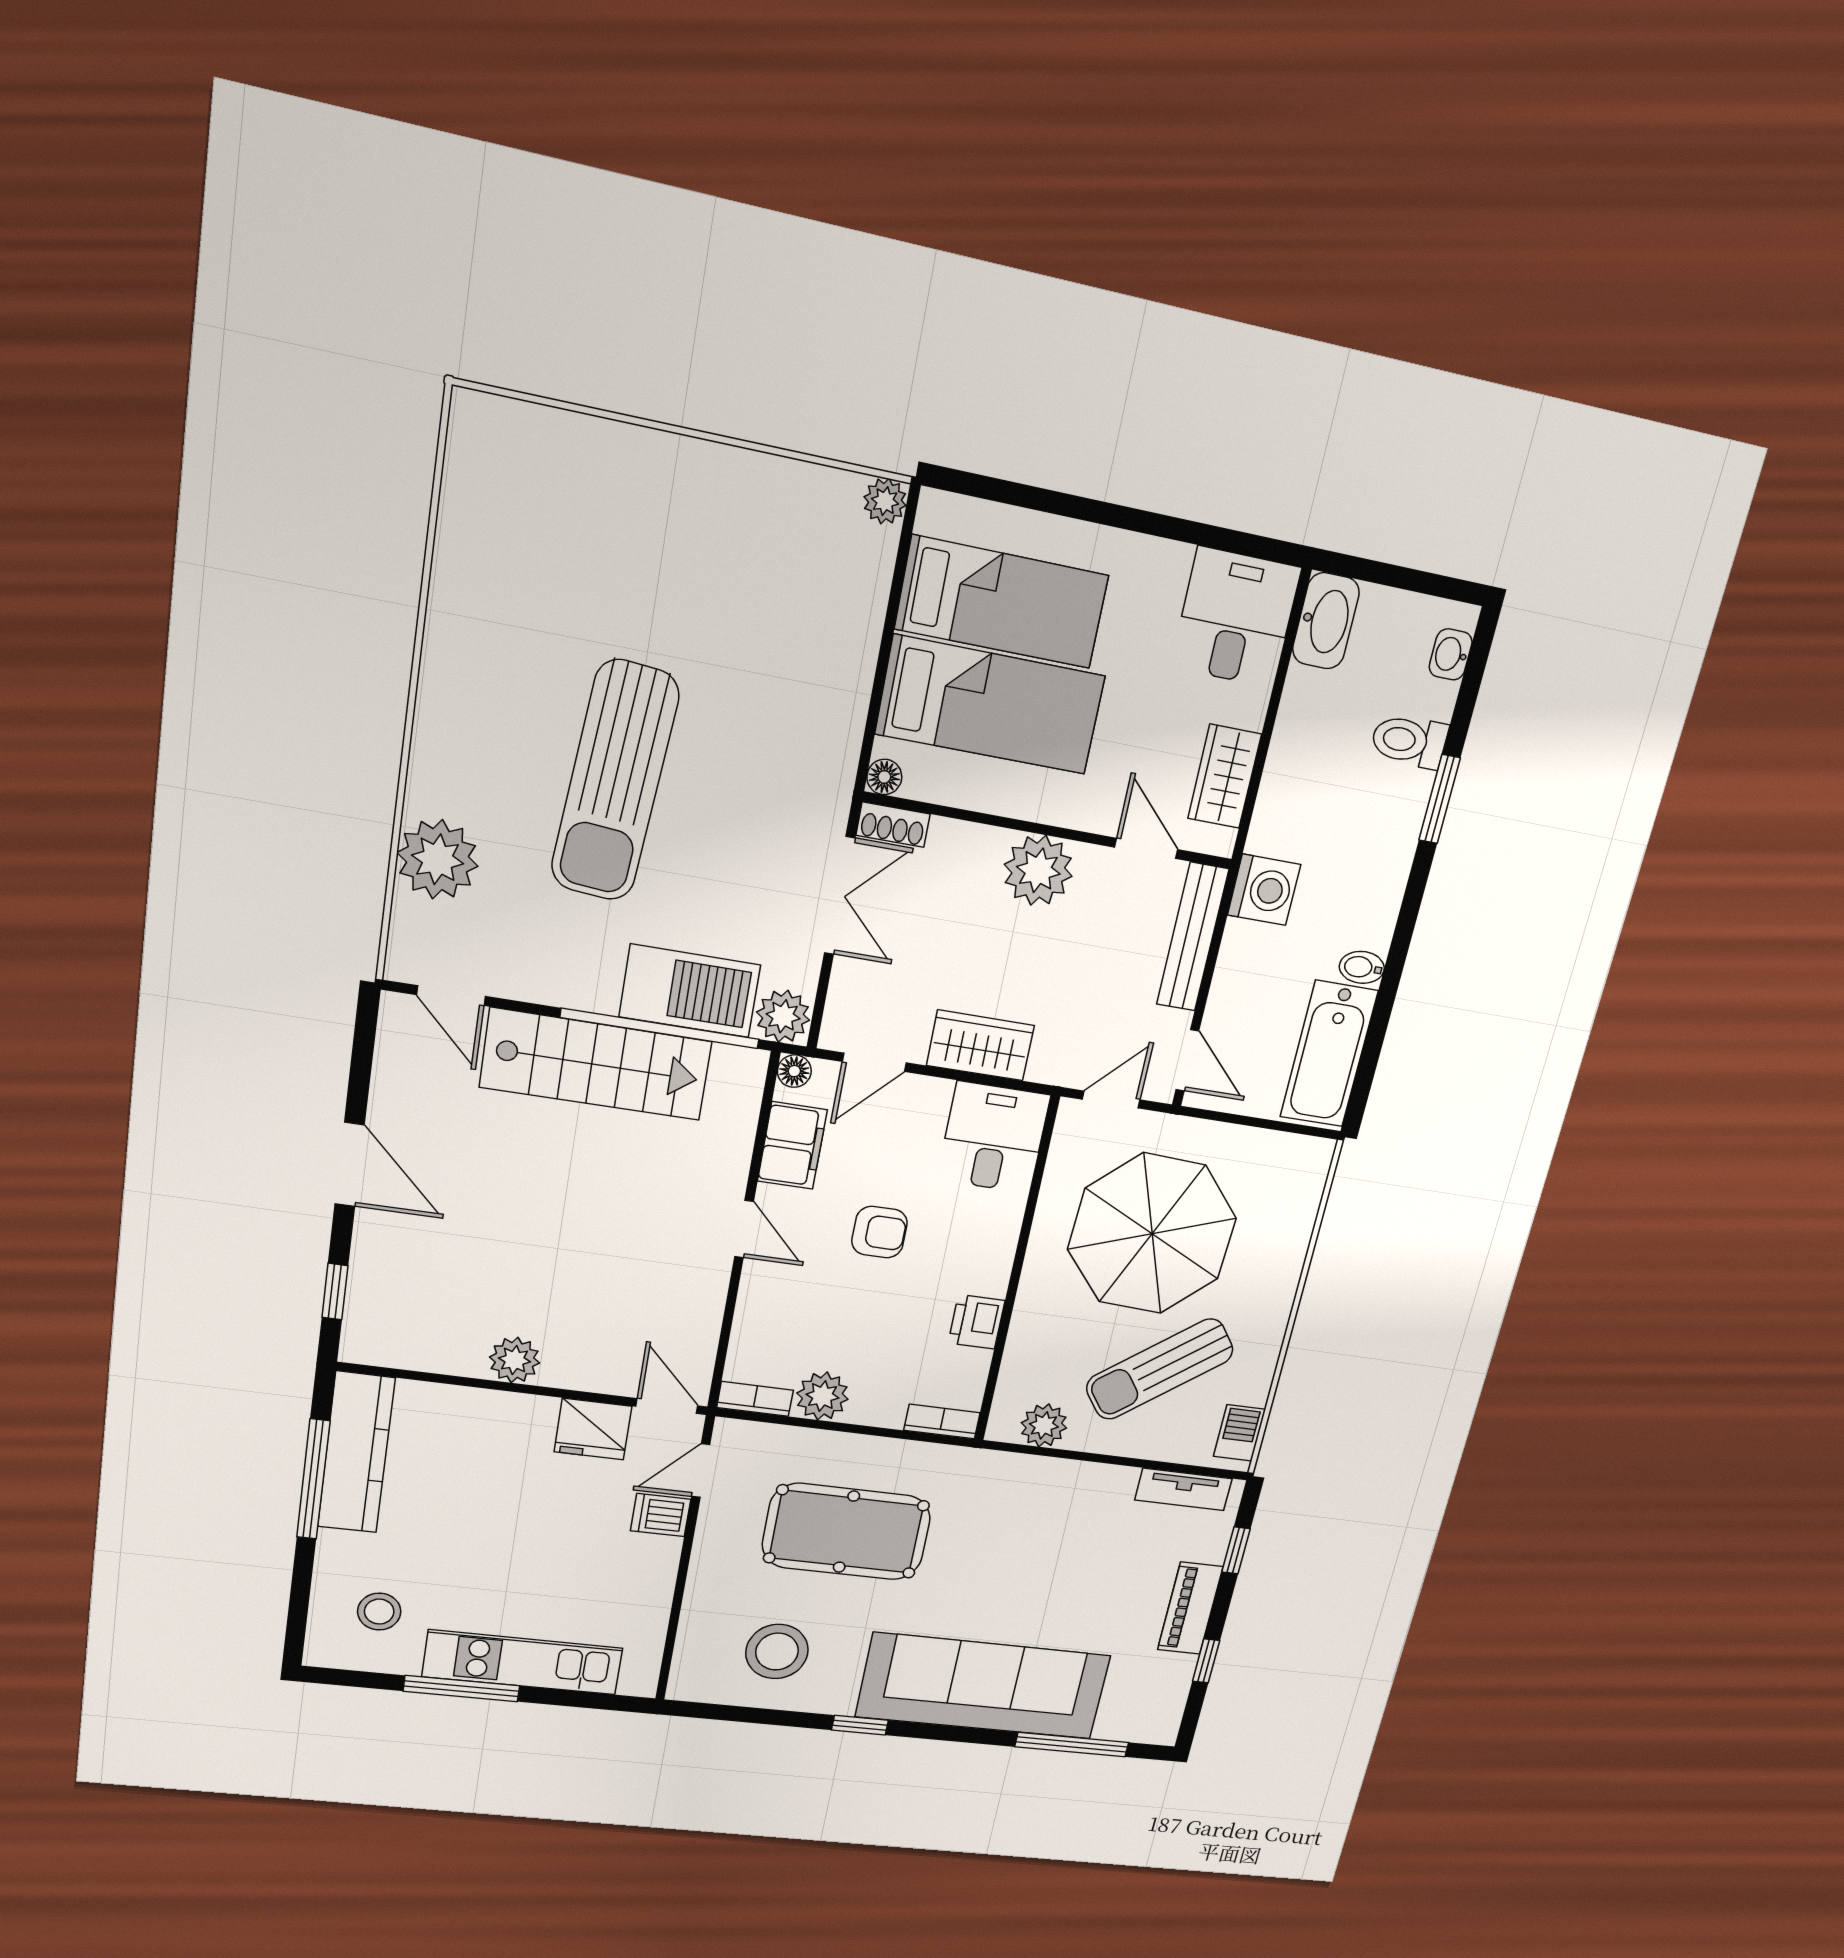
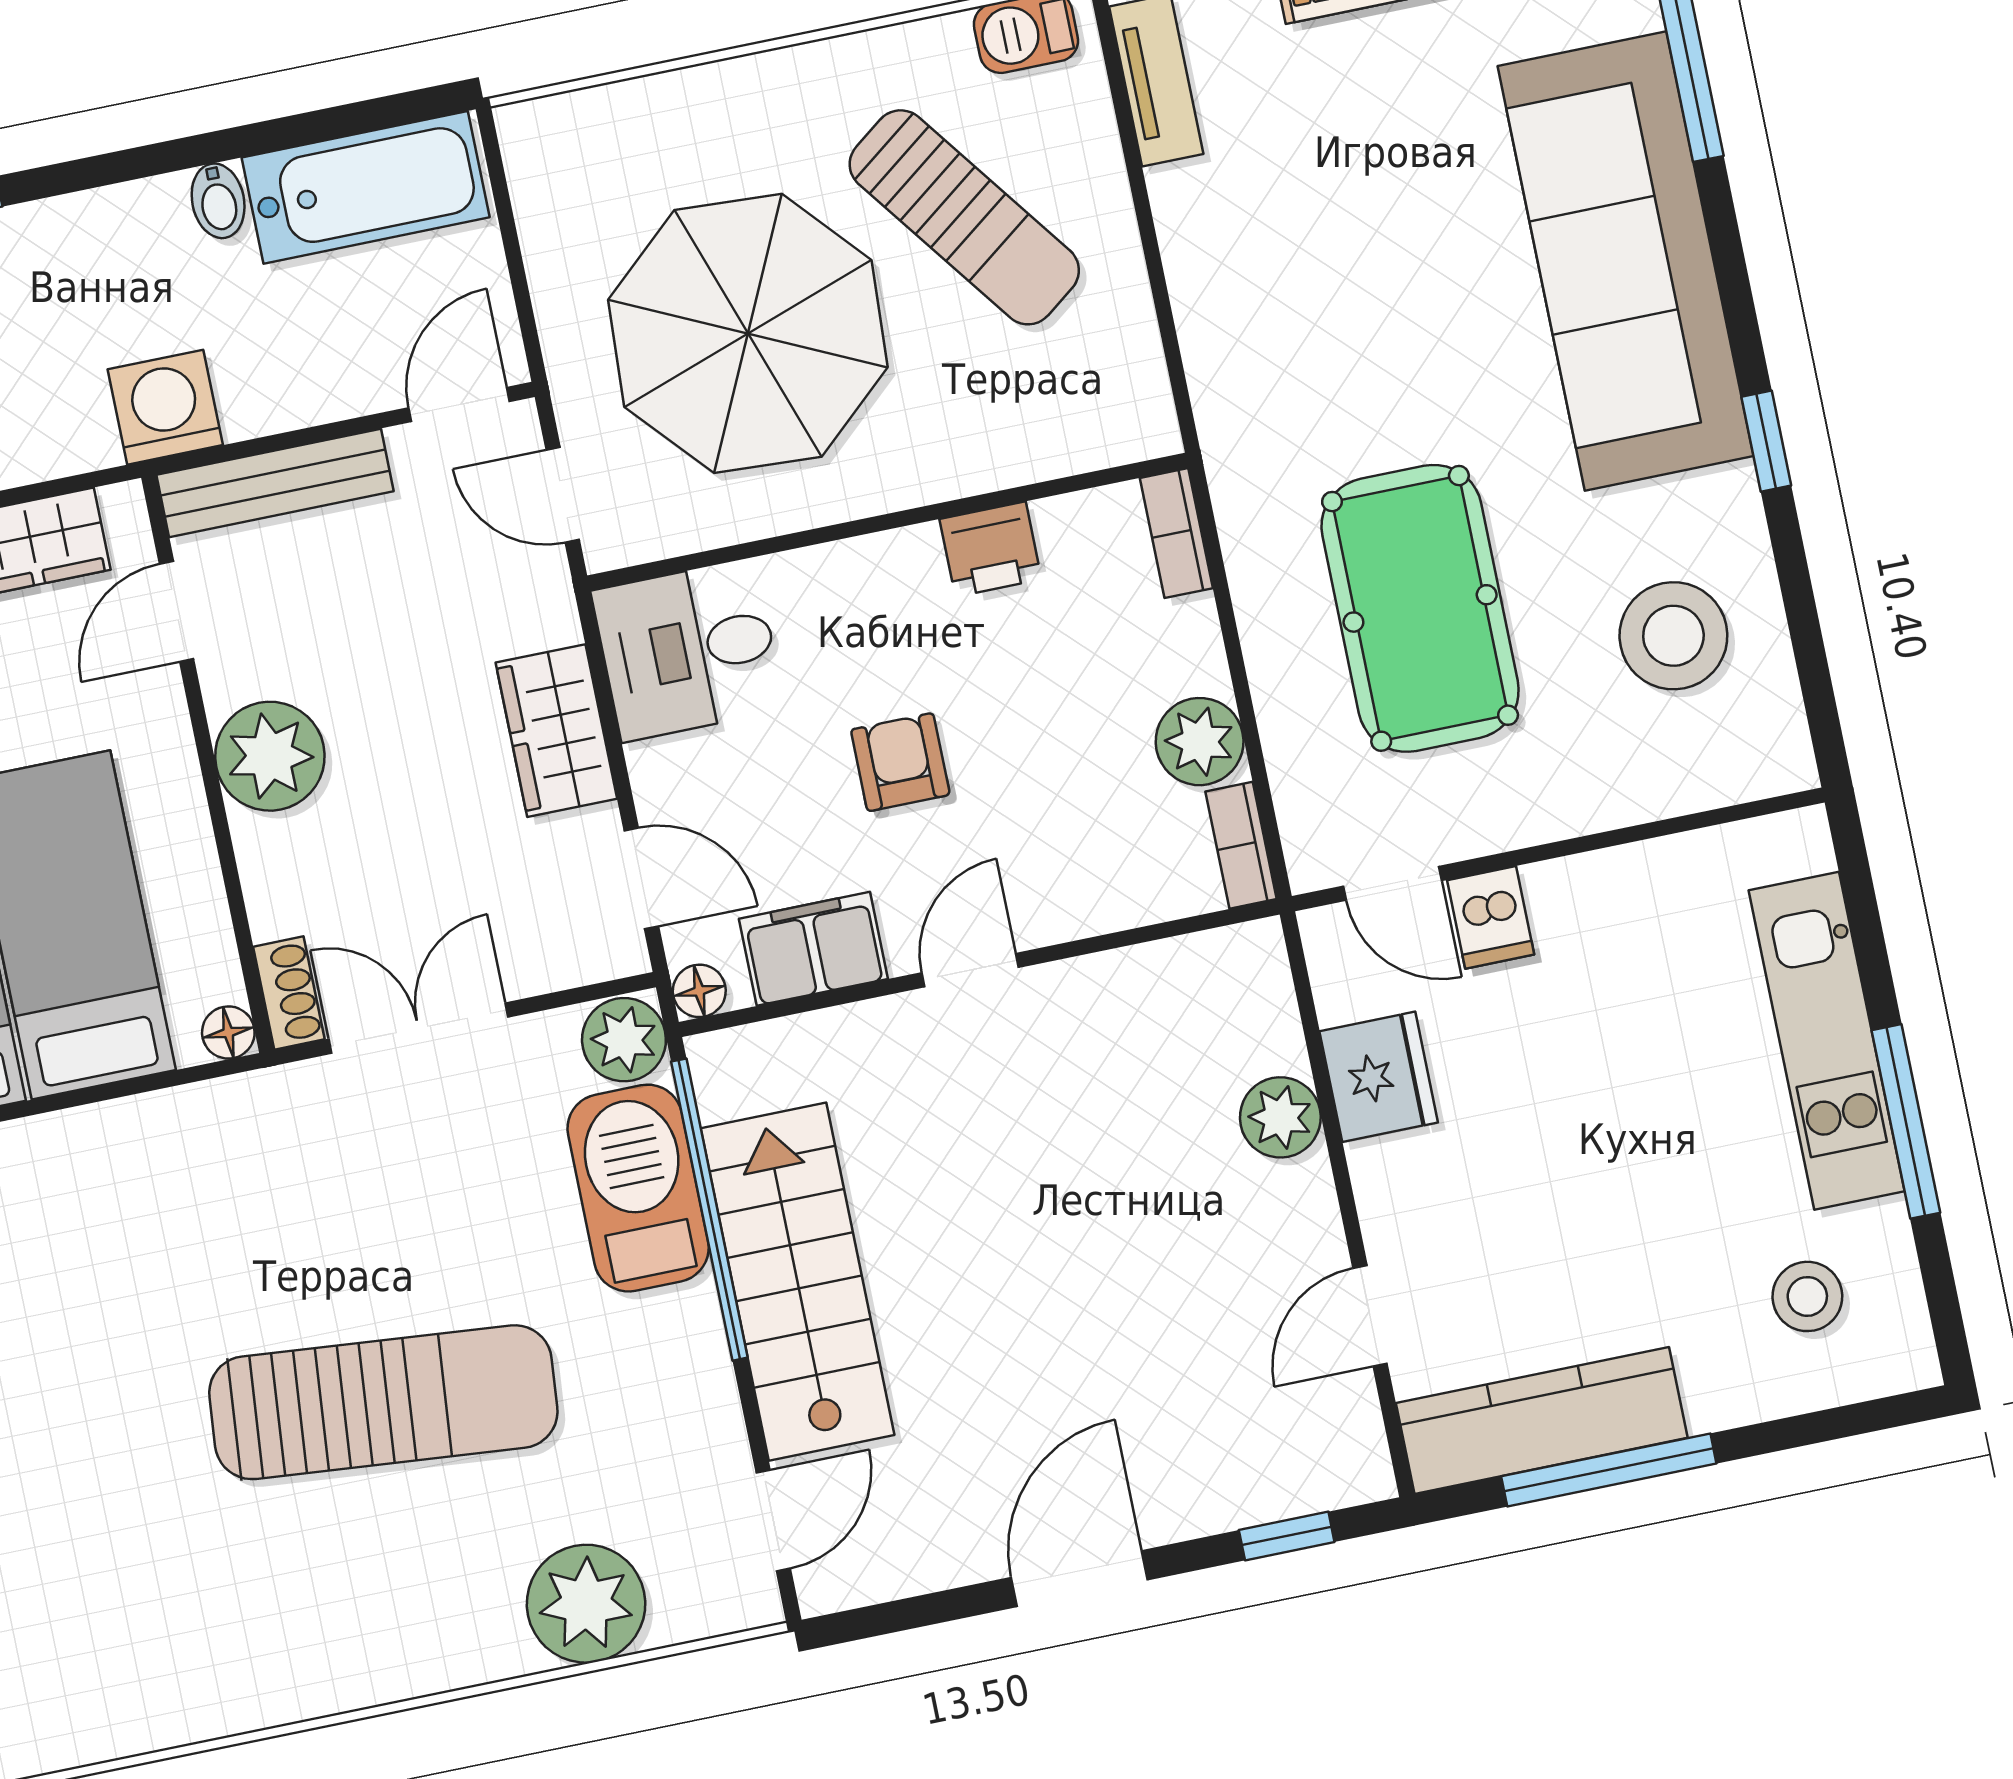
plant: (515, 1360) -> (1280, 1117), moved
door: (667, 1406) -> (1370, 1316), moved
plant: (1044, 1425) -> (1126, 364), removed

